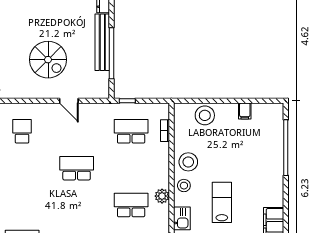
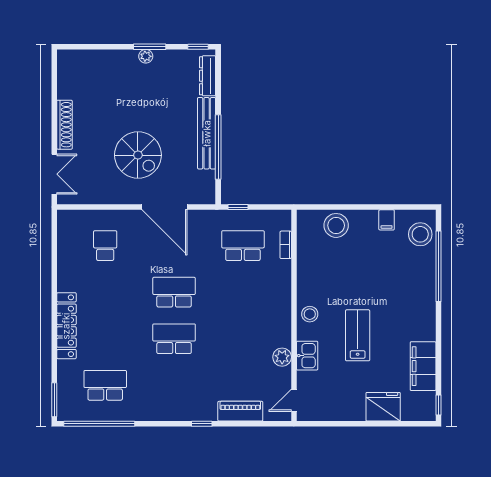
door: (69, 101) -> (164, 207), width x1.88
stool: (188, 162) -> (420, 234), moved
plant: (162, 196) -> (282, 357), moved
school desk: (131, 205) -> (174, 339), moved

